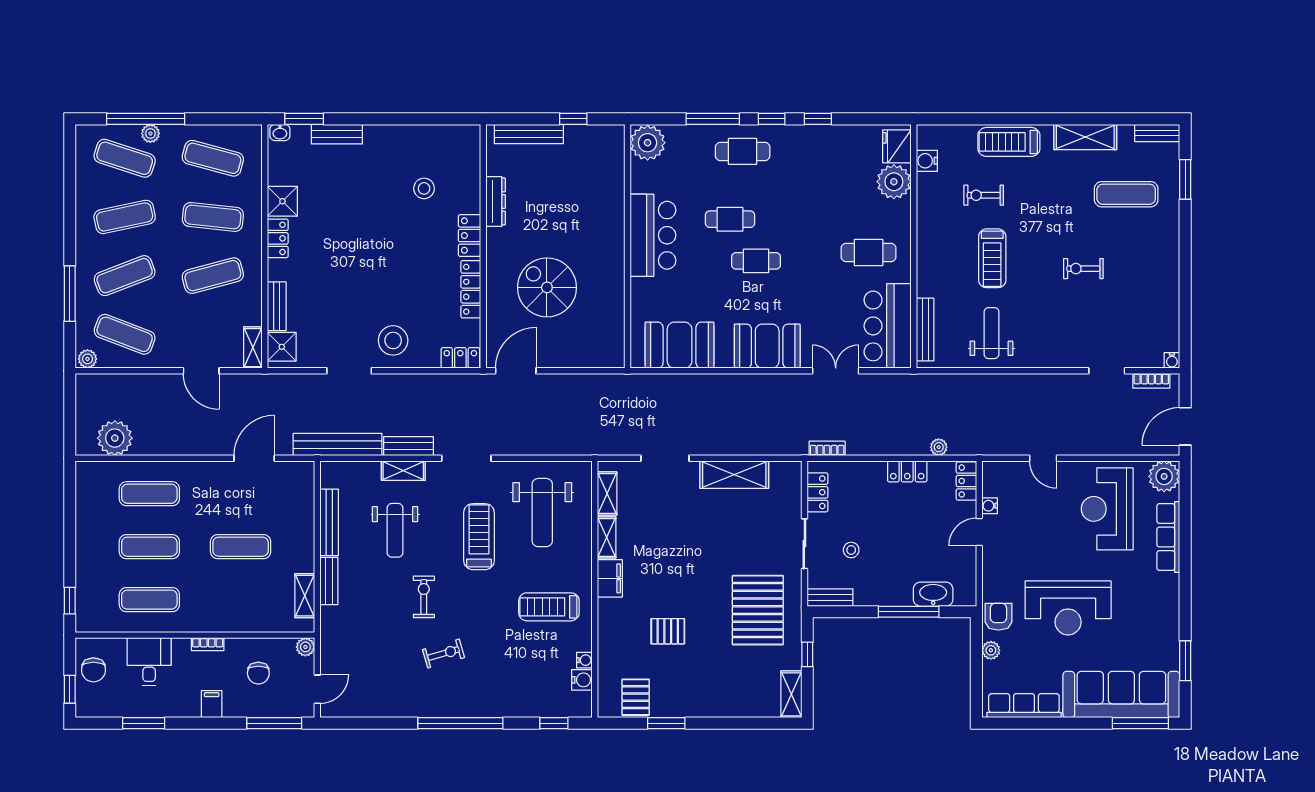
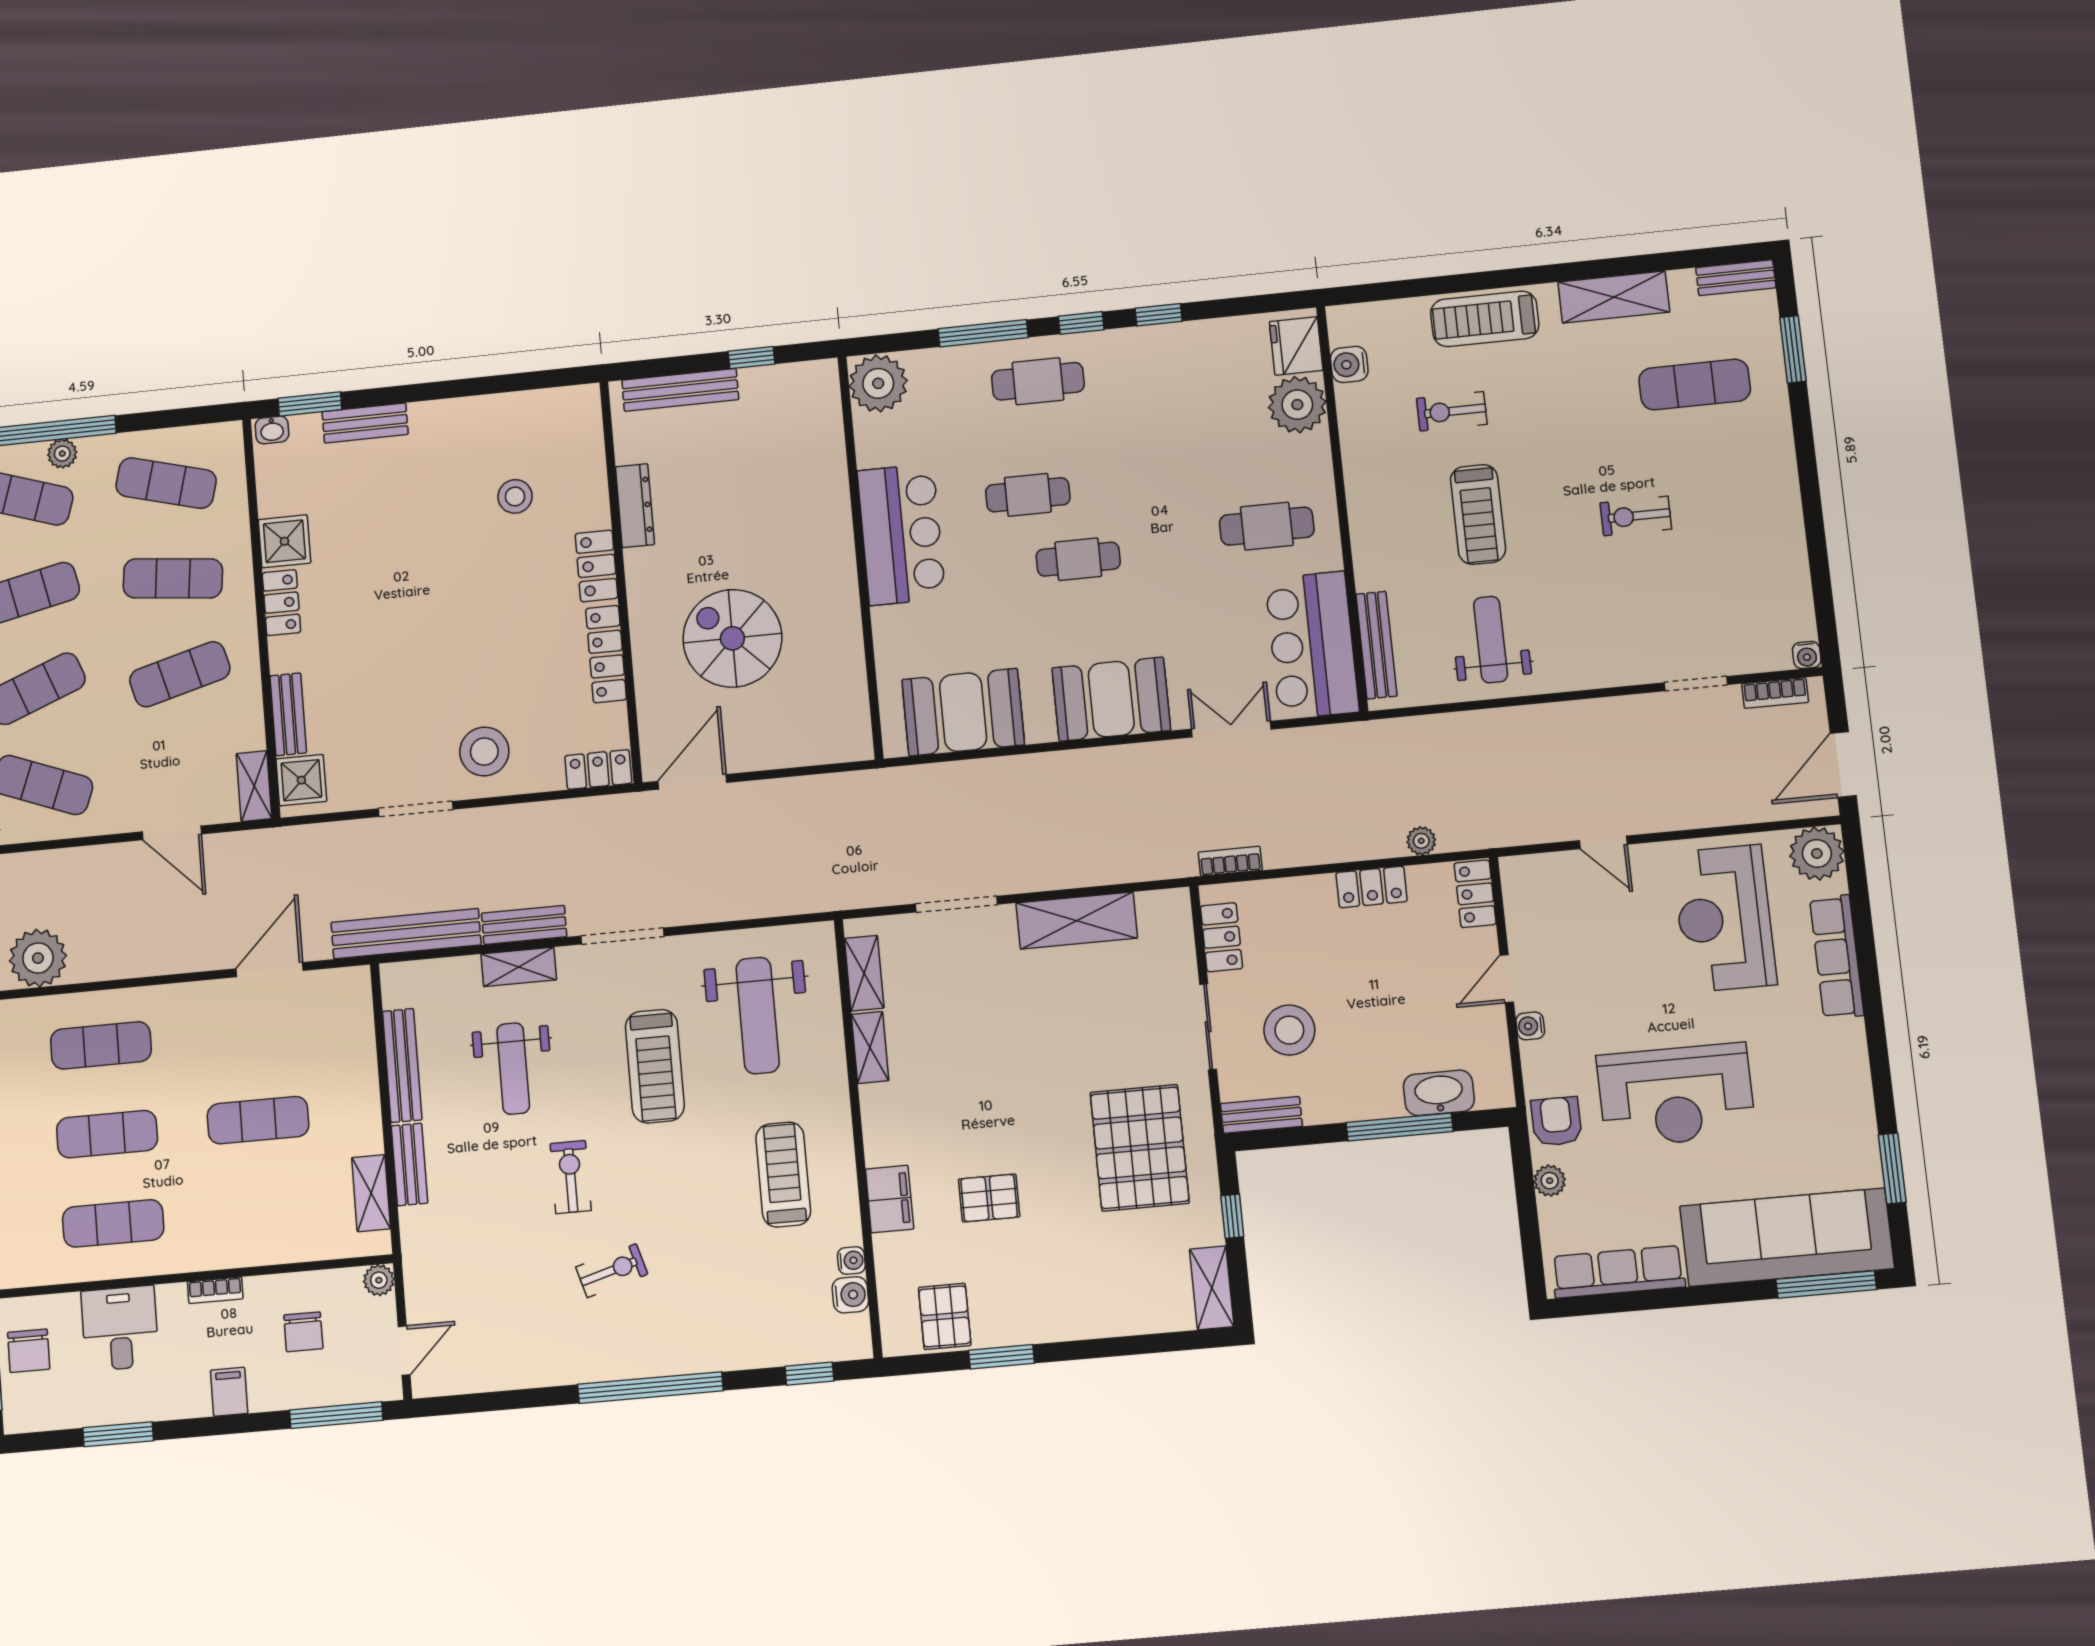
water cooler: (990, 506) -> (1530, 1026), moved
treadmill: (479, 537) -> (655, 1066), turned 180
stool: (851, 550) -> (1289, 1030), width x1.89, depth x1.89
filing cabinet: (610, 578) -> (890, 1199), moved
treadmill: (549, 607) -> (783, 1175), turned 90

